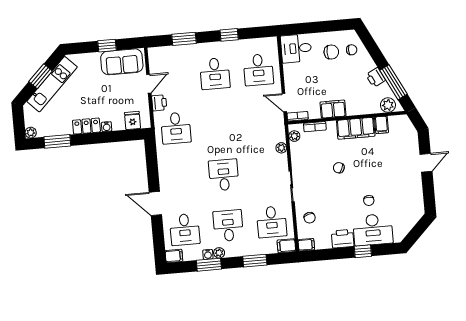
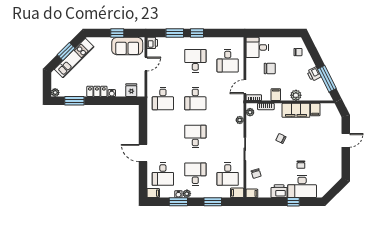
window: (229, 35) -> (197, 33), moved
chair: (331, 52) -> (270, 68), moved
desk: (215, 74) -> (195, 61), turned 180
printer: (159, 103) -> (152, 43), moved
door: (284, 103) -> (245, 87), hinge flipped
plant: (388, 105) -> (296, 95), moved
filing cabinet: (333, 109) -> (276, 95), width x0.50
desk: (219, 124) -> (195, 99), added

